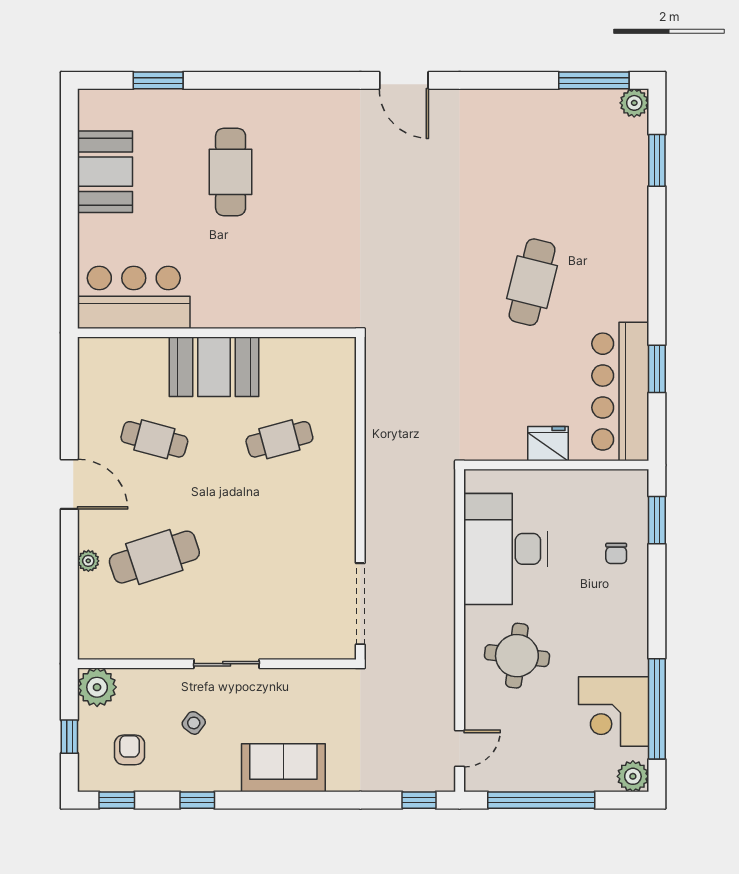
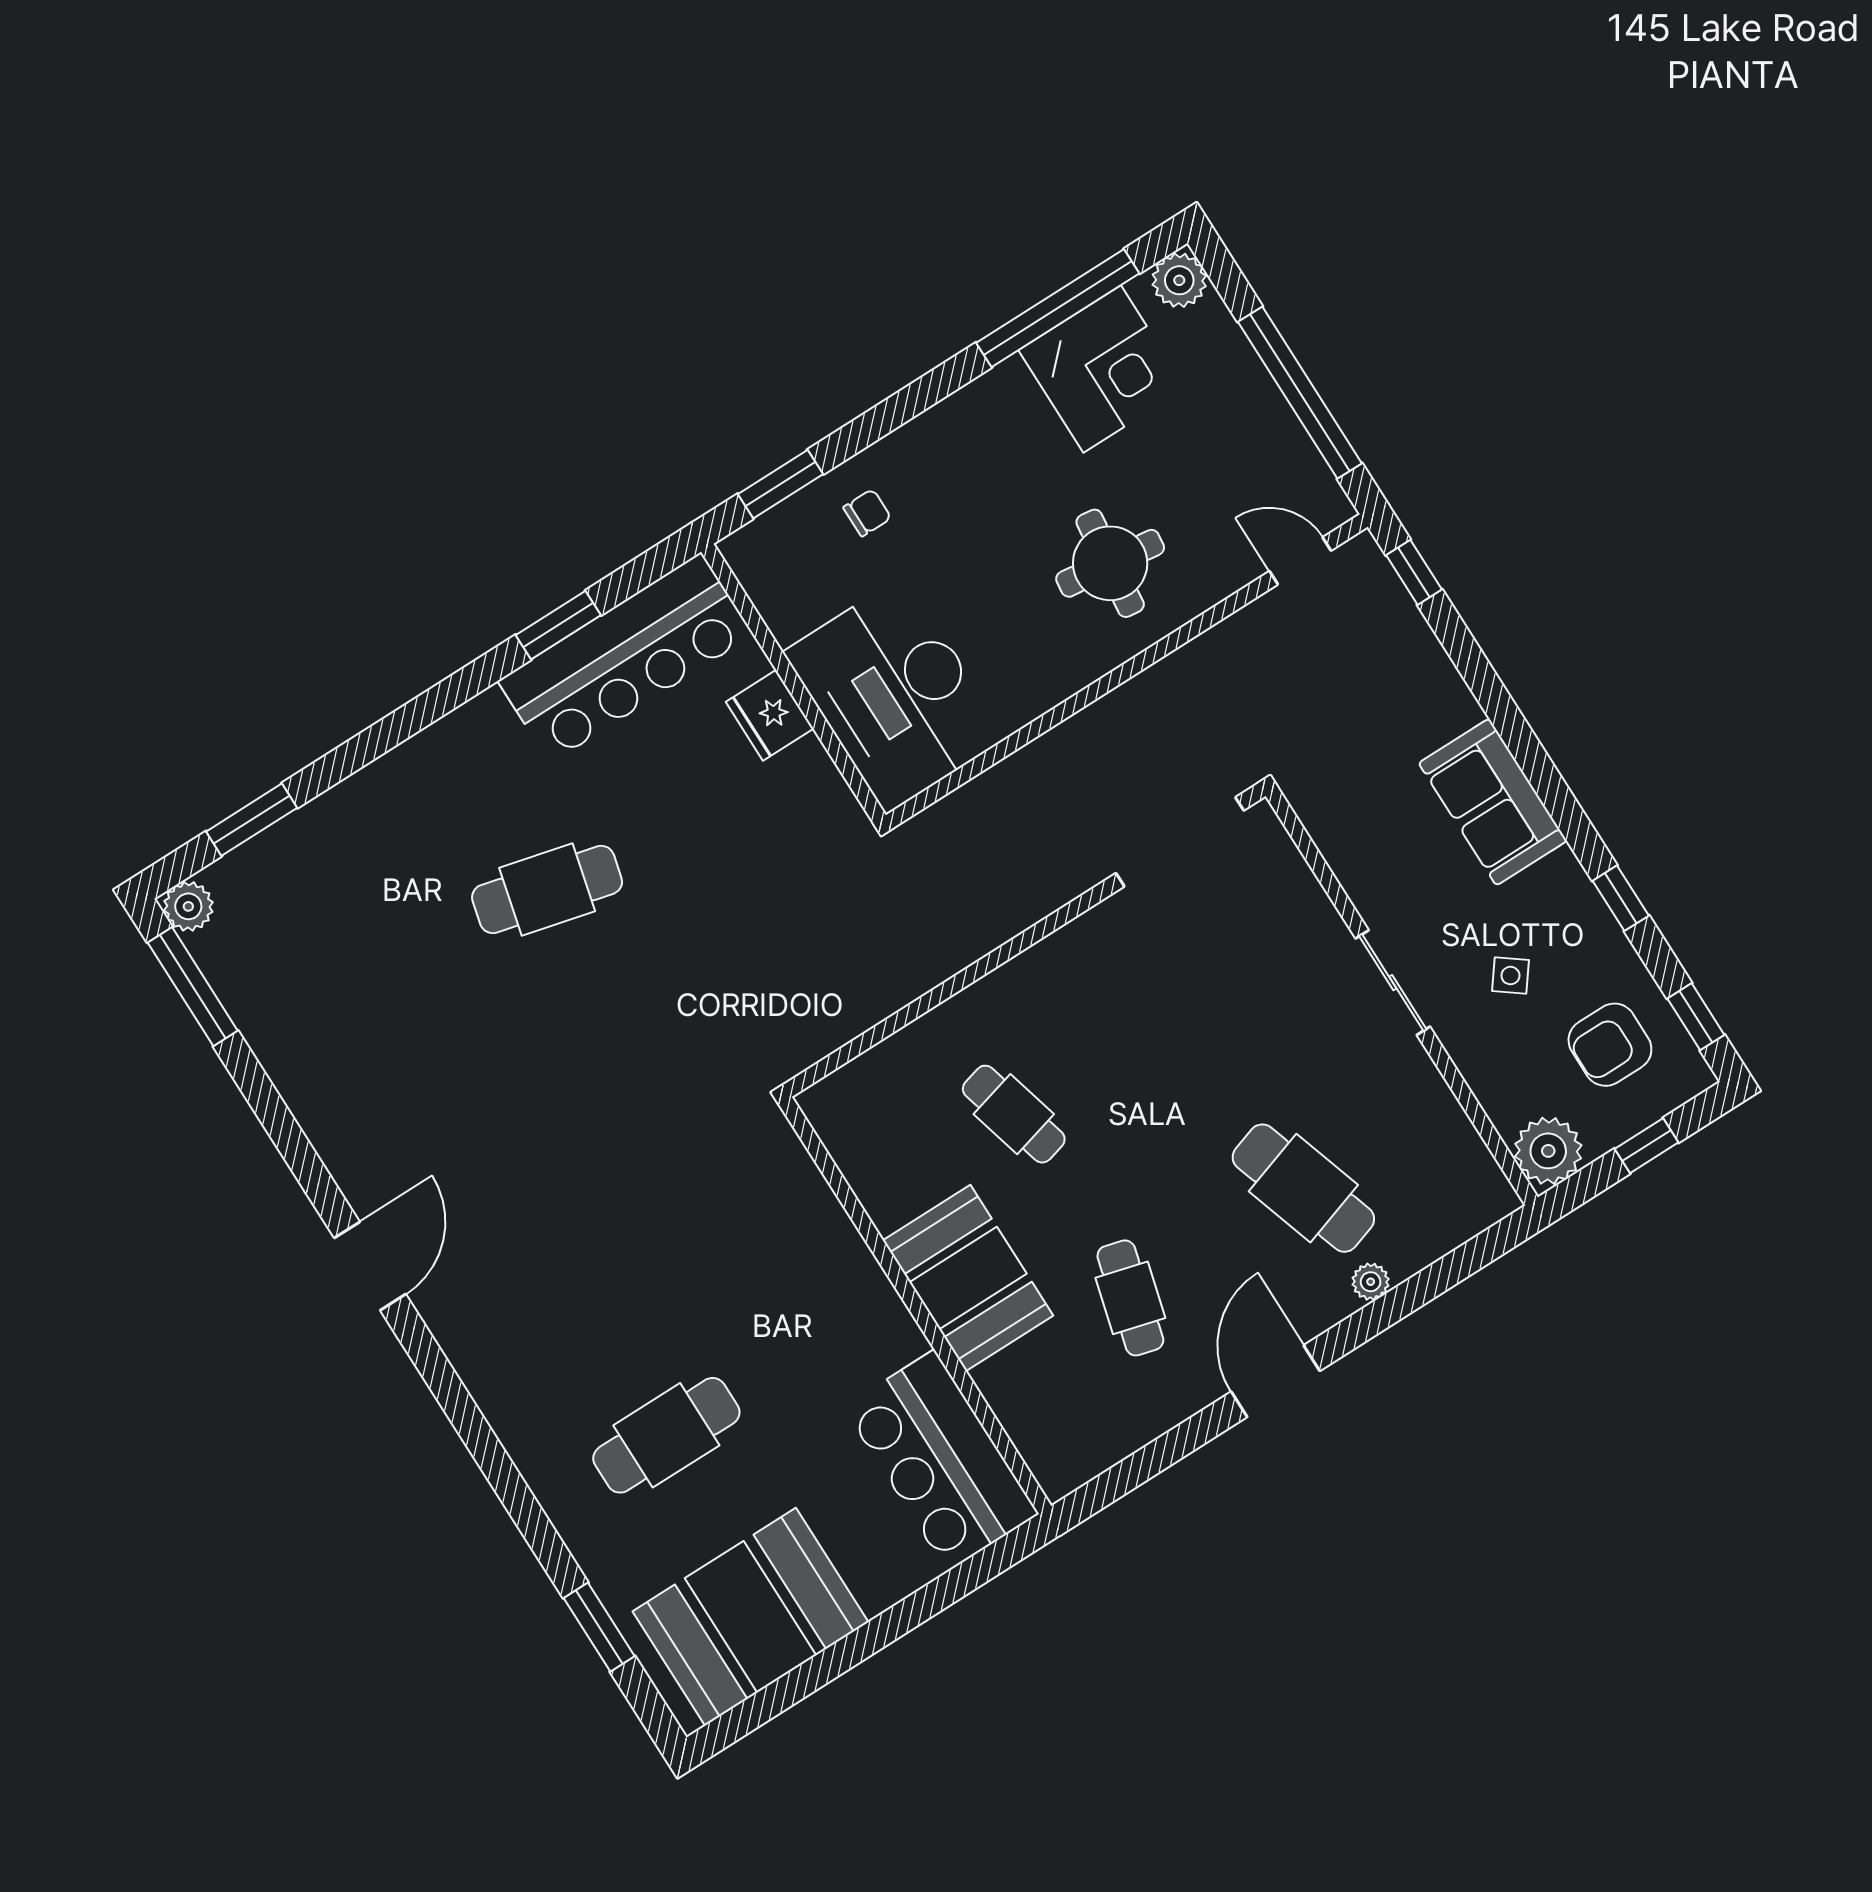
booth: (105, 172) -> (751, 1617), width x1.36, depth x1.42
desk: (505, 549) -> (895, 695), moved, turned 90
armchair: (130, 750) -> (1610, 1045), width x1.38, depth x1.38

